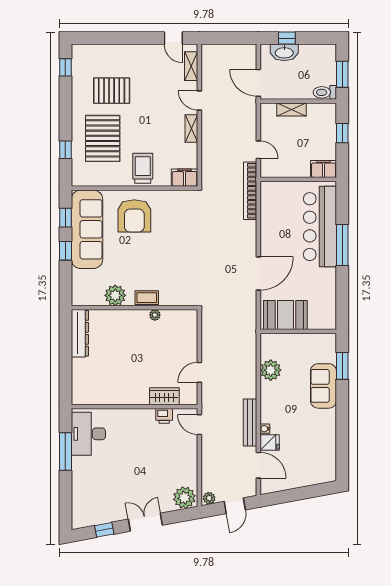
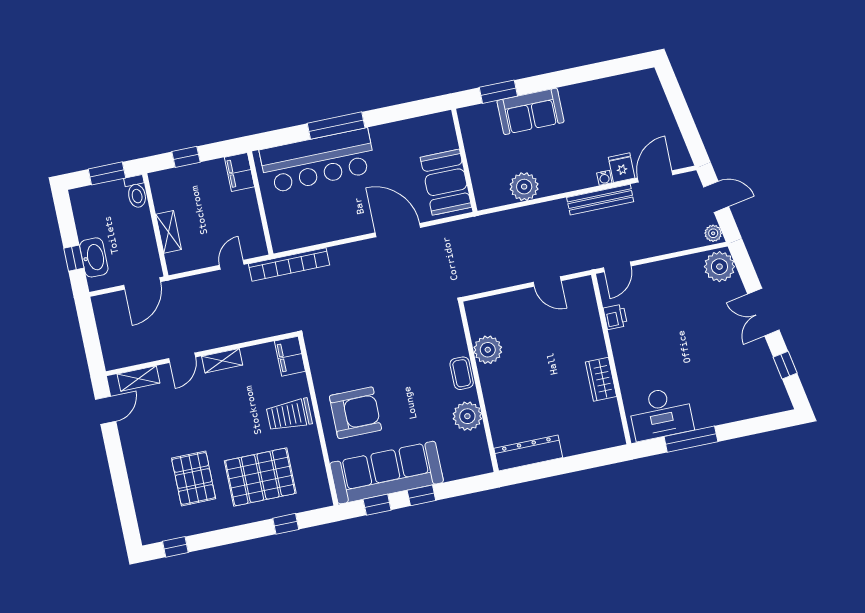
plant: (155, 315) -> (488, 350), width x1.88, depth x1.88
wardrobe: (164, 396) -> (601, 379), moved

